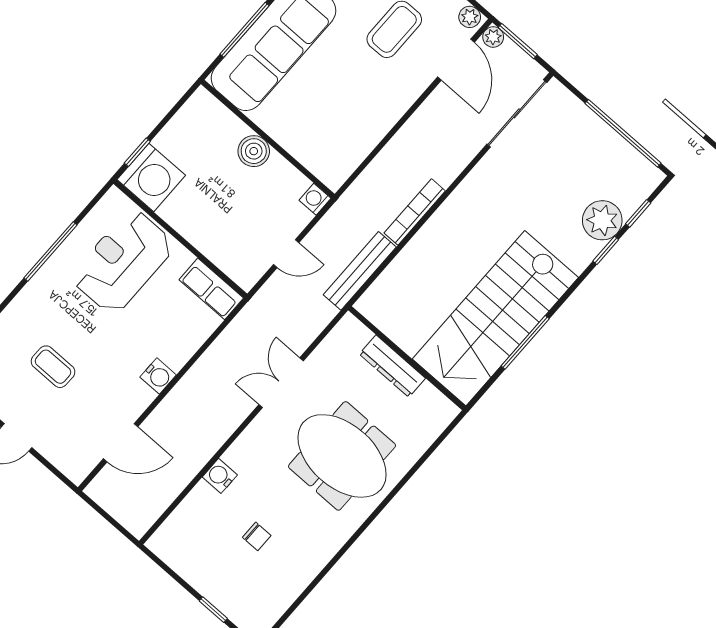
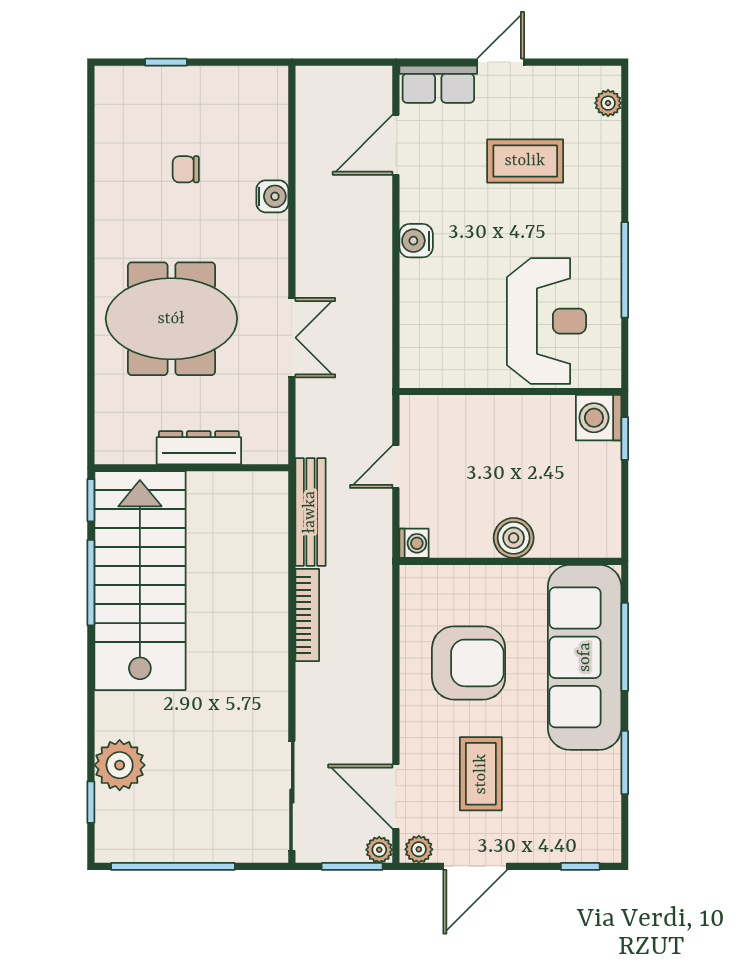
armchair: (345, 101) -> (469, 663), added
washing machine: (151, 177) -> (599, 418), width x0.73, depth x0.73
window: (606, 250) -> (91, 500), moved
row of seats: (211, 289) -> (438, 84), moved, turned 180
coffee table: (53, 367) -> (525, 161), width x1.36, depth x1.30

